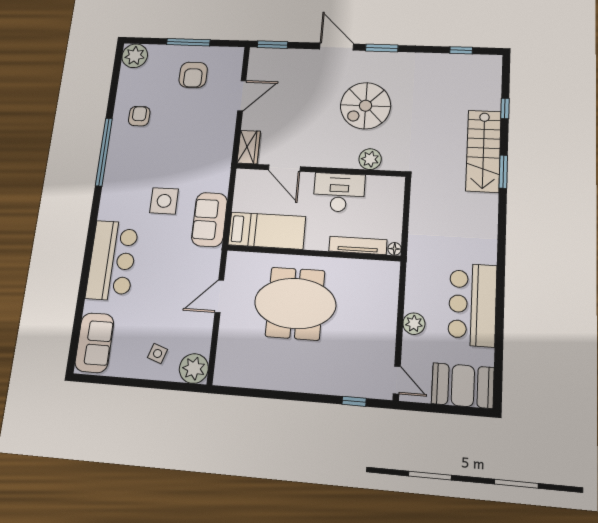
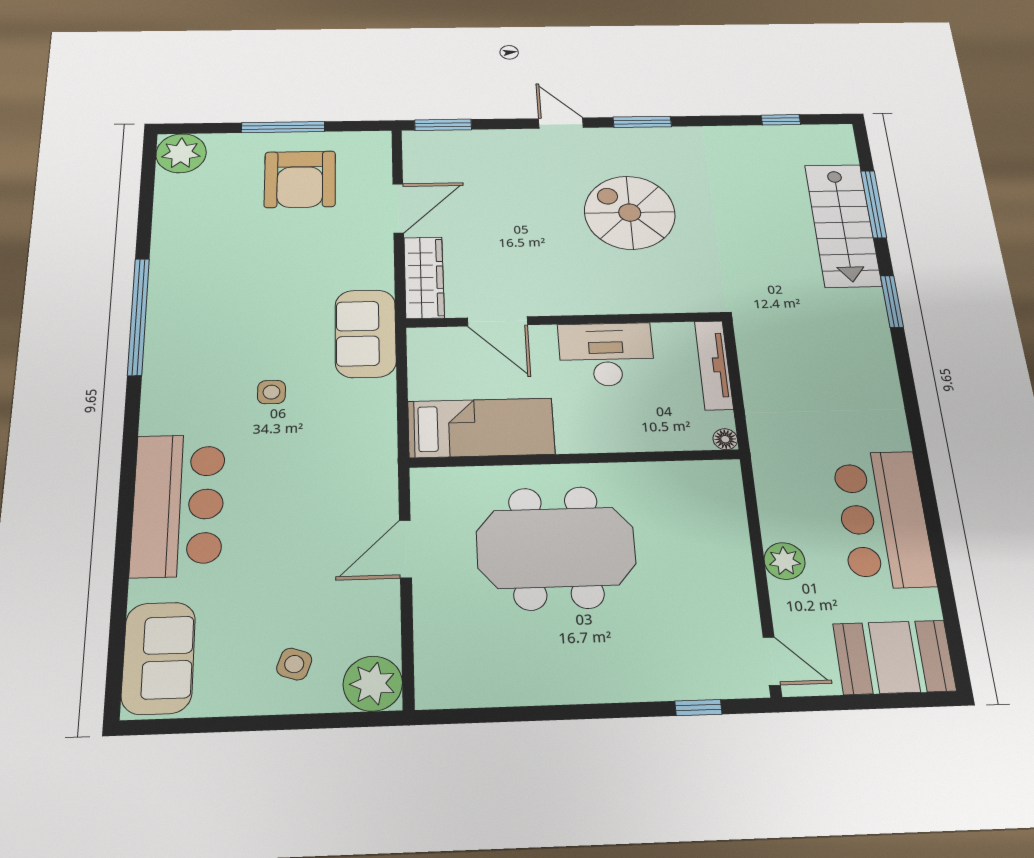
door: (337, 47) -> (561, 123), width x0.73
armchair: (193, 75) -> (300, 179), width x1.36, depth x1.36
spiral stairs: (366, 106) -> (630, 213), turned 90
window: (505, 108) -> (874, 204), width x2.17
armchair: (139, 116) -> (203, 252), removed
wardrobe: (249, 147) -> (424, 277), width x1.50
stairs: (483, 151) -> (843, 225), moved
plant: (370, 159) -> (653, 297), removed
side table: (164, 201) -> (271, 392), width x0.54, depth x0.54
sofa: (209, 219) -> (365, 333), moved
tv unit: (358, 245) -> (714, 365), moved, turned -90

